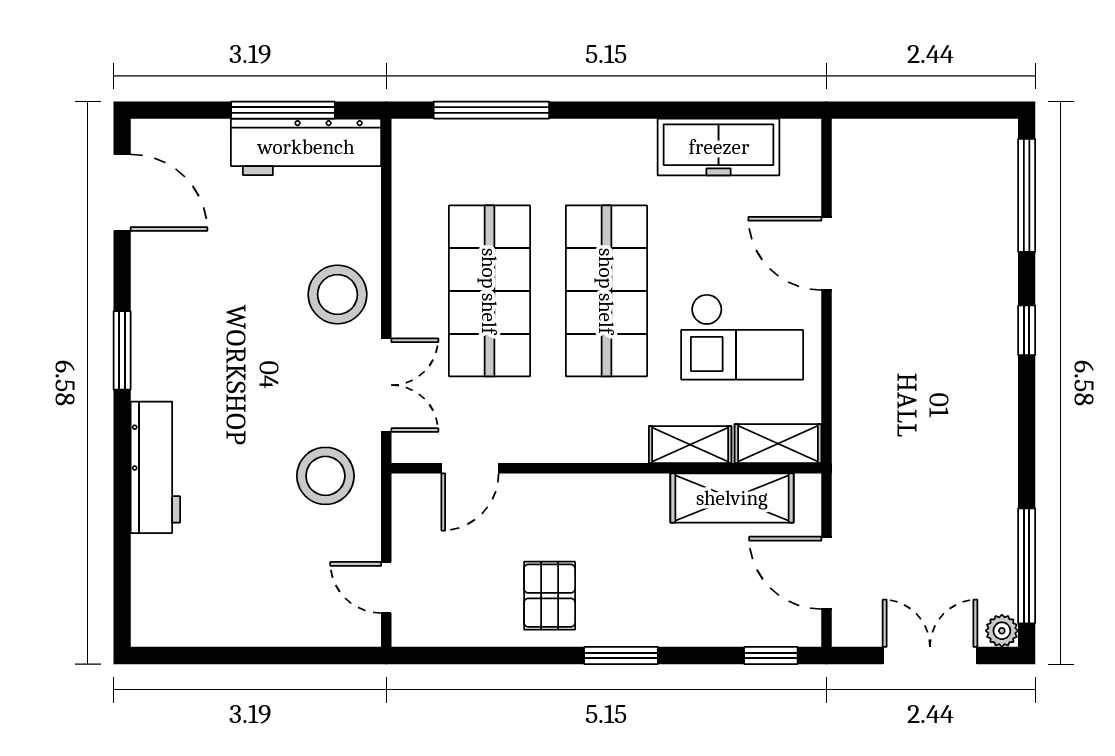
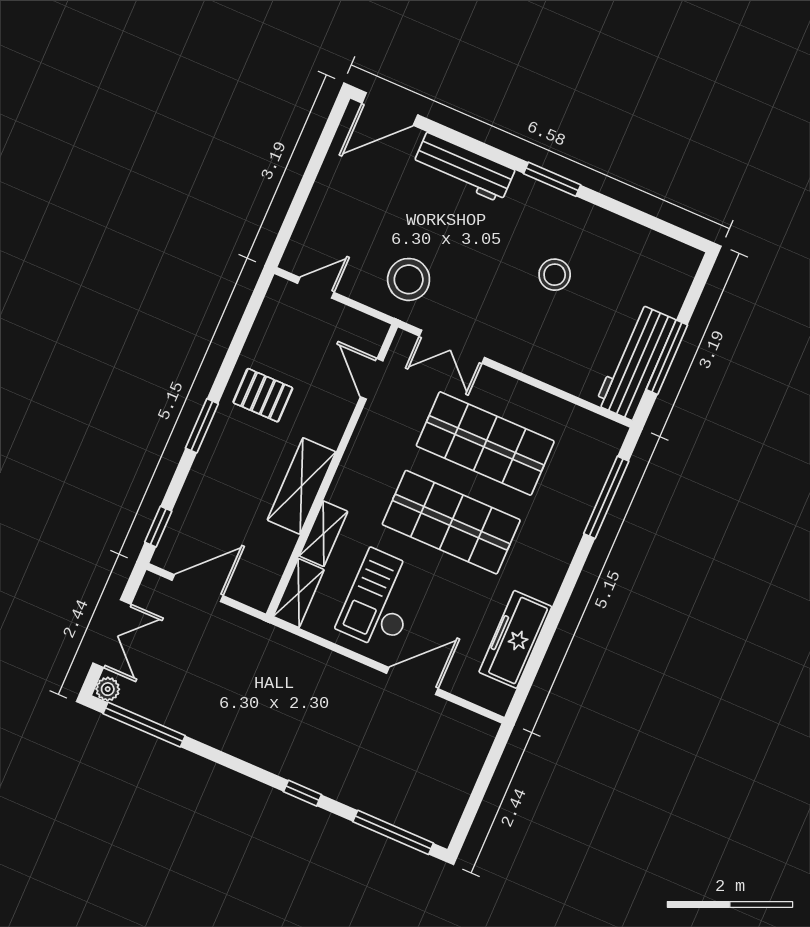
door: (122, 193) -> (390, 109), moved
stool: (337, 294) -> (555, 275), moved, width x0.73, depth x0.73
shelving: (732, 498) -> (302, 486), moved

